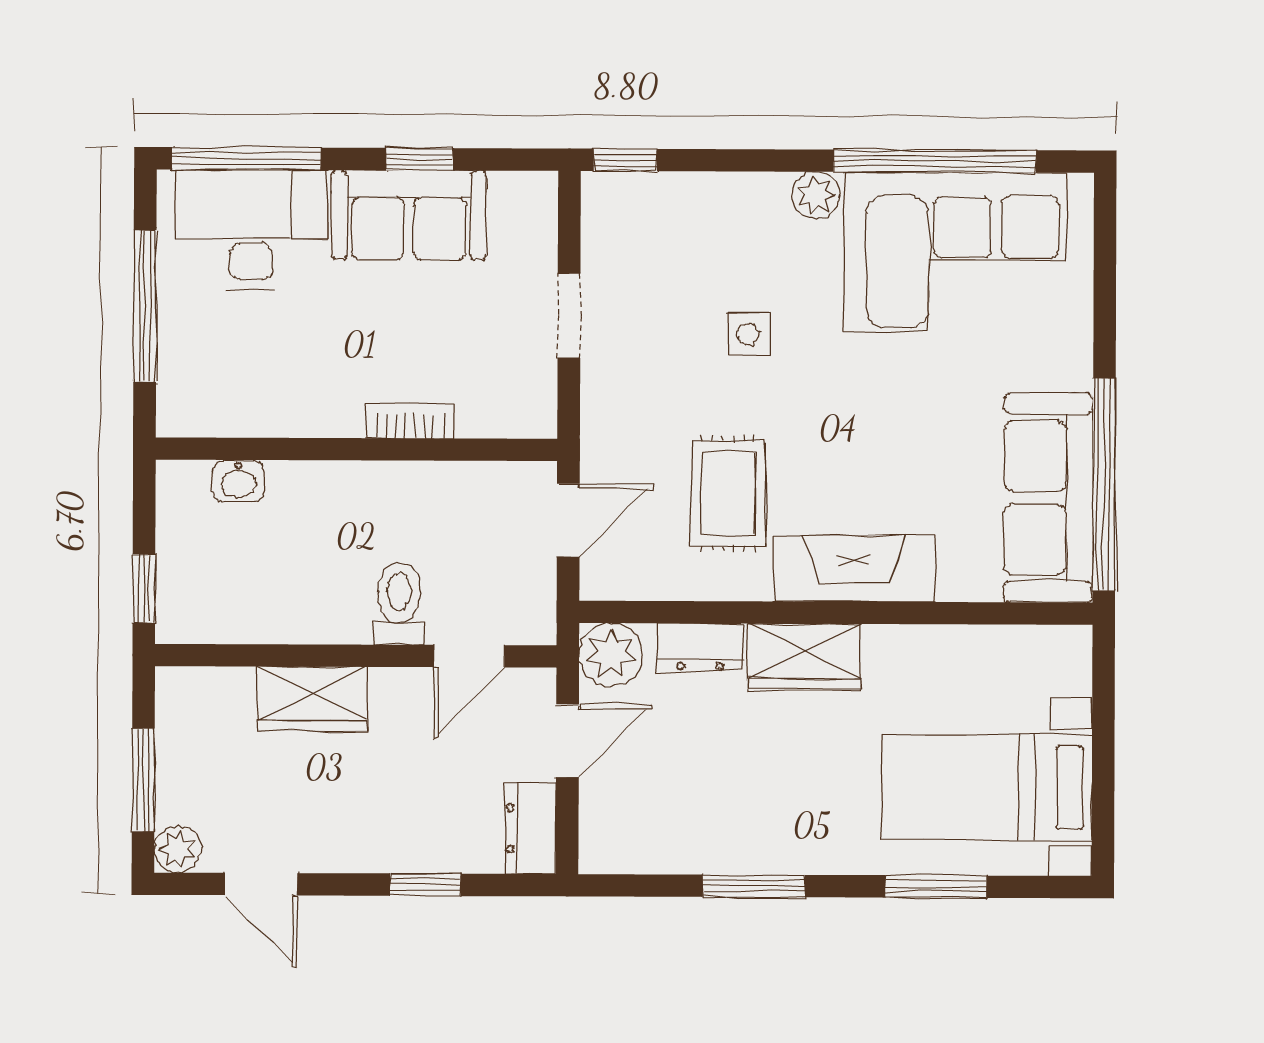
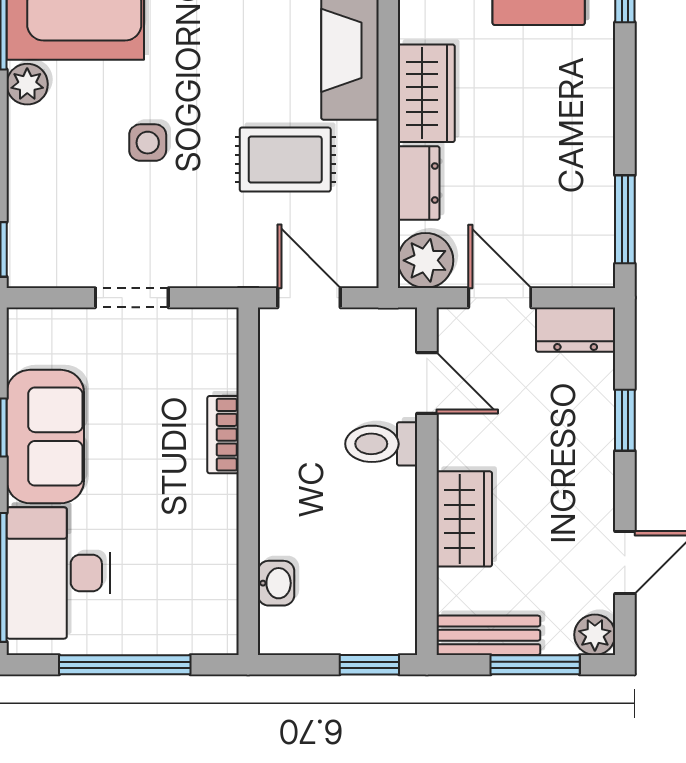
bench: (177, 726) -> (488, 635), added
window: (754, 886) -> (625, 219), moved

